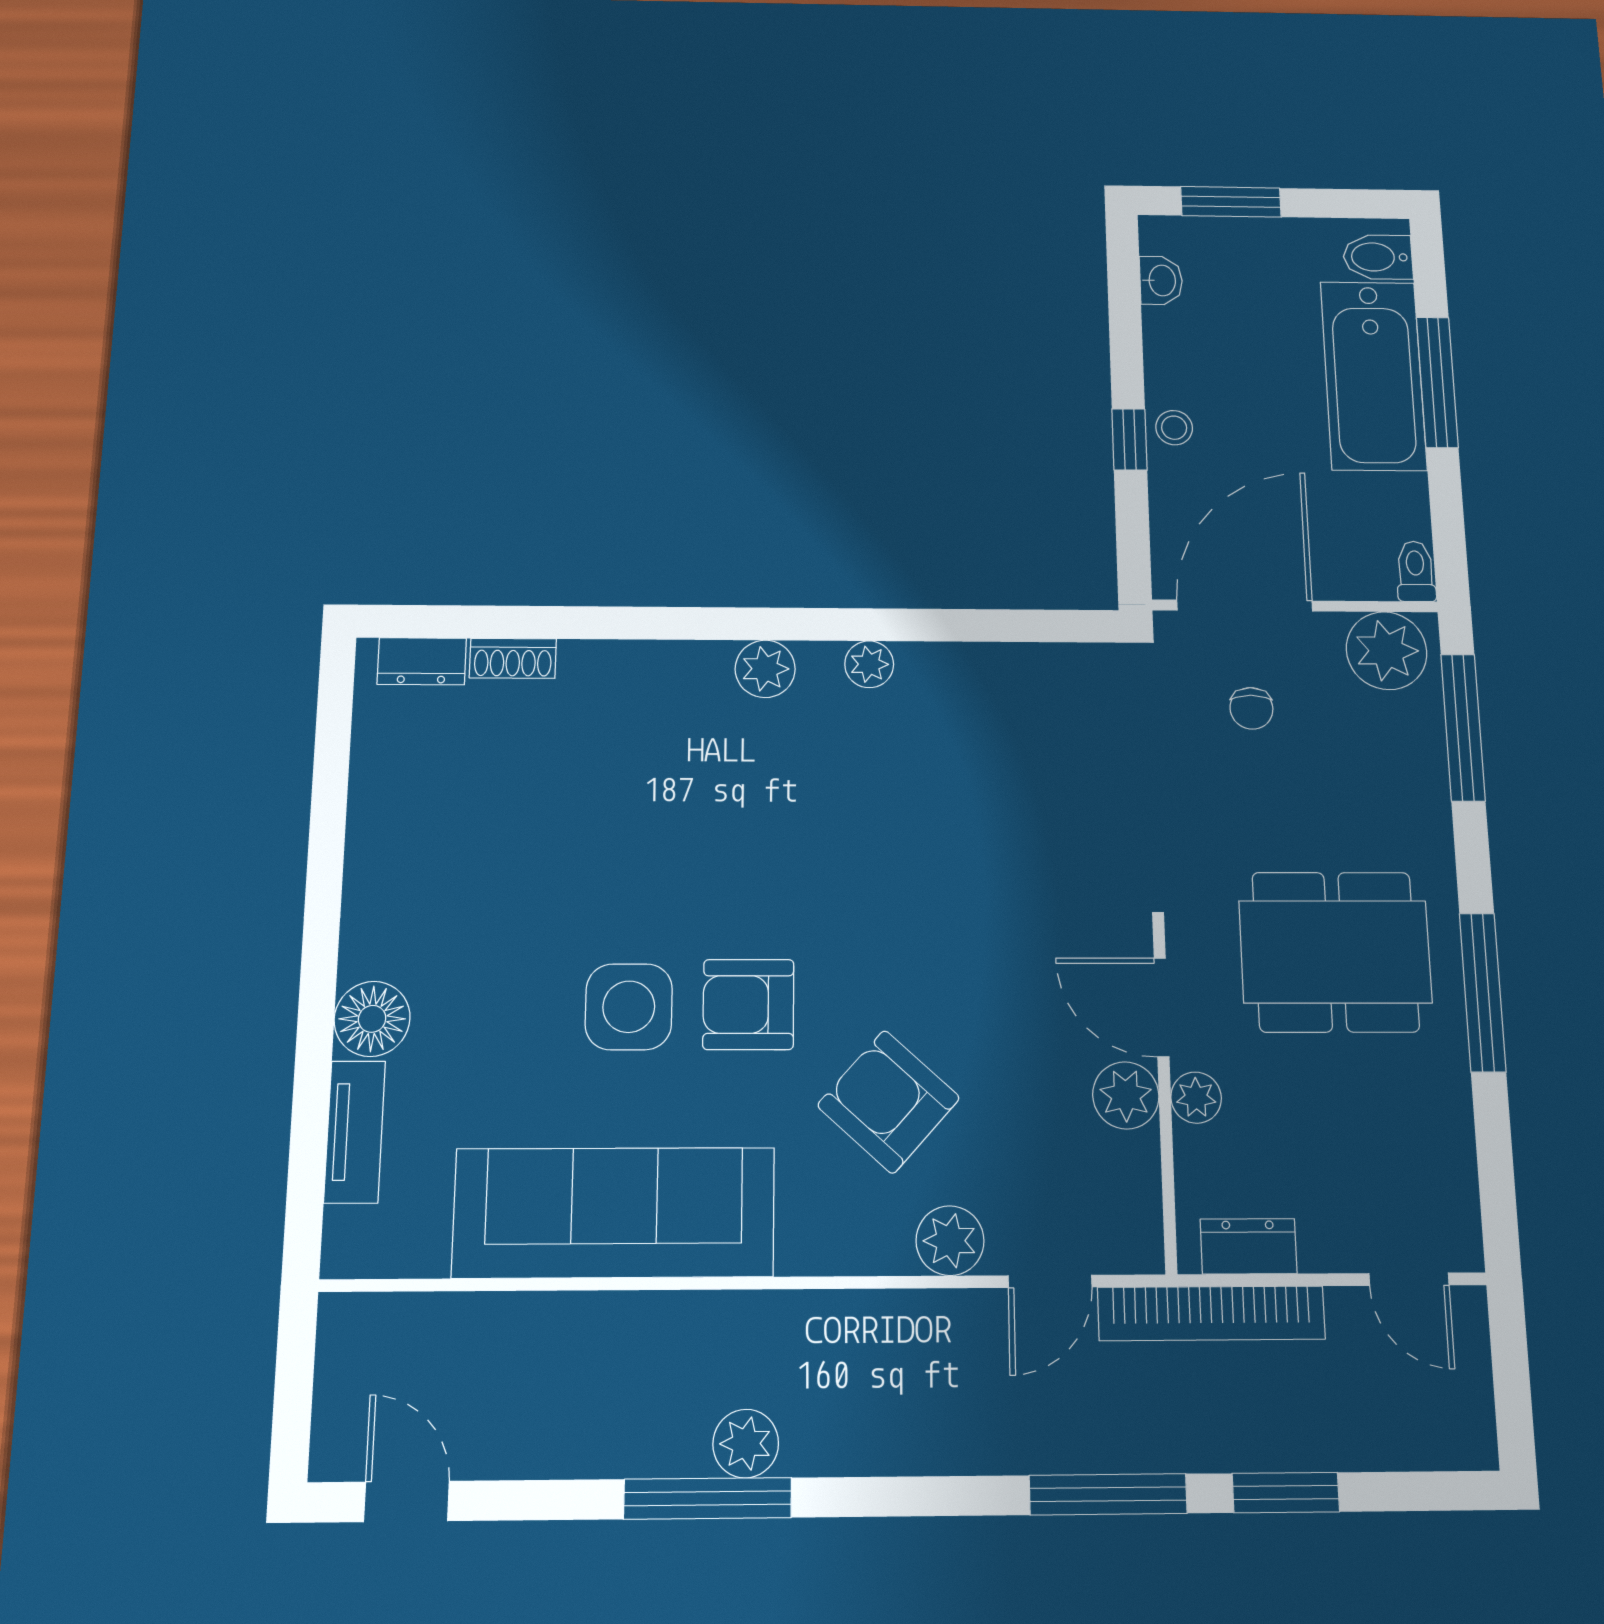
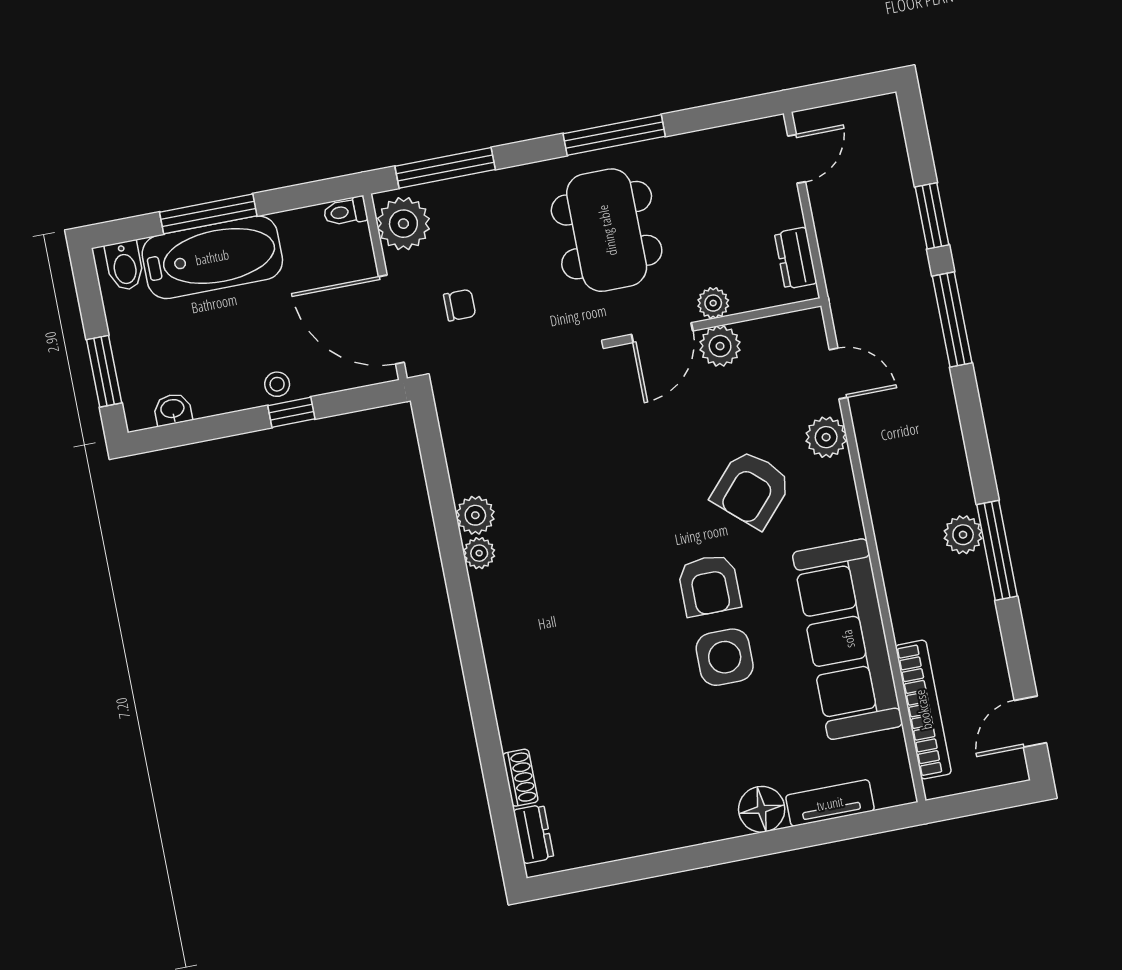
plant: (765, 669) -> (475, 515), moved
bookcase: (1211, 1313) -> (923, 710), moved

